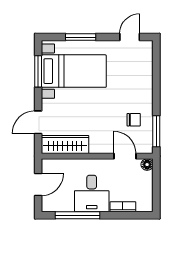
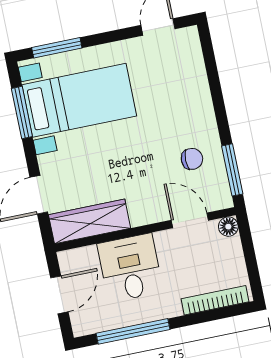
window: (81, 37) -> (57, 48), moved
desk: (92, 193) -> (130, 268), moved, turned 180
bookcase: (123, 207) -> (215, 300), width x1.56

